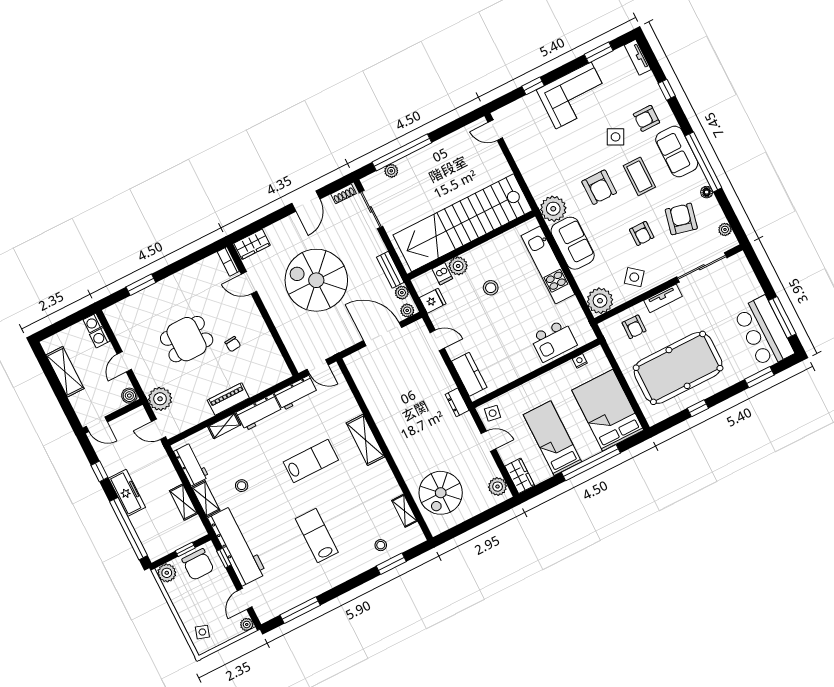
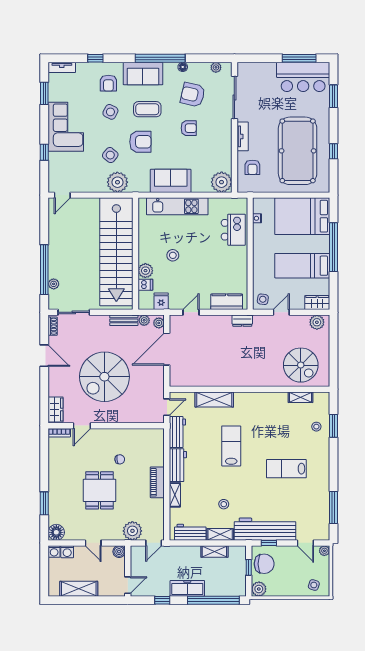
plant: (553, 209) -> (117, 182), moved
side table: (634, 277) -> (110, 155), moved
floor lamp: (115, 315) -> (56, 532), added
armchair: (634, 327) -> (252, 167), turned 89
shelving: (365, 440) -> (214, 399), moved

